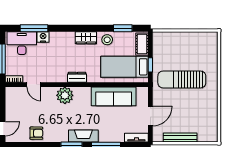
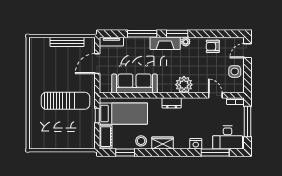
nightstand: (43, 37) -> (196, 144), moved
side table: (15, 108) -> (235, 71), added
plant: (63, 138) -> (186, 42), added

